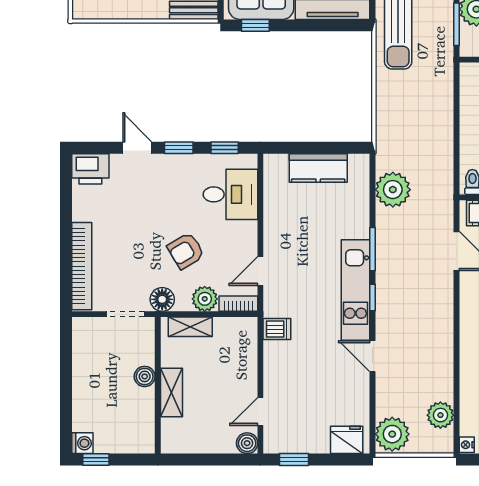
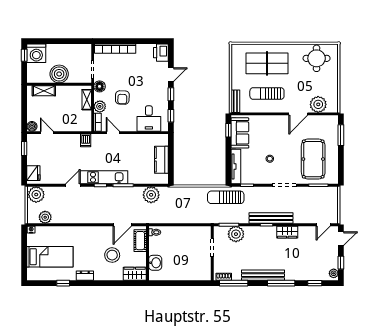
armchair: (186, 251) -> (122, 97), turned -147
boiler: (145, 376) -> (59, 74), width x1.86, depth x1.86
shelving: (171, 393) -> (44, 91), moved
washing machine: (82, 443) -> (36, 53), width x1.89, depth x1.89

